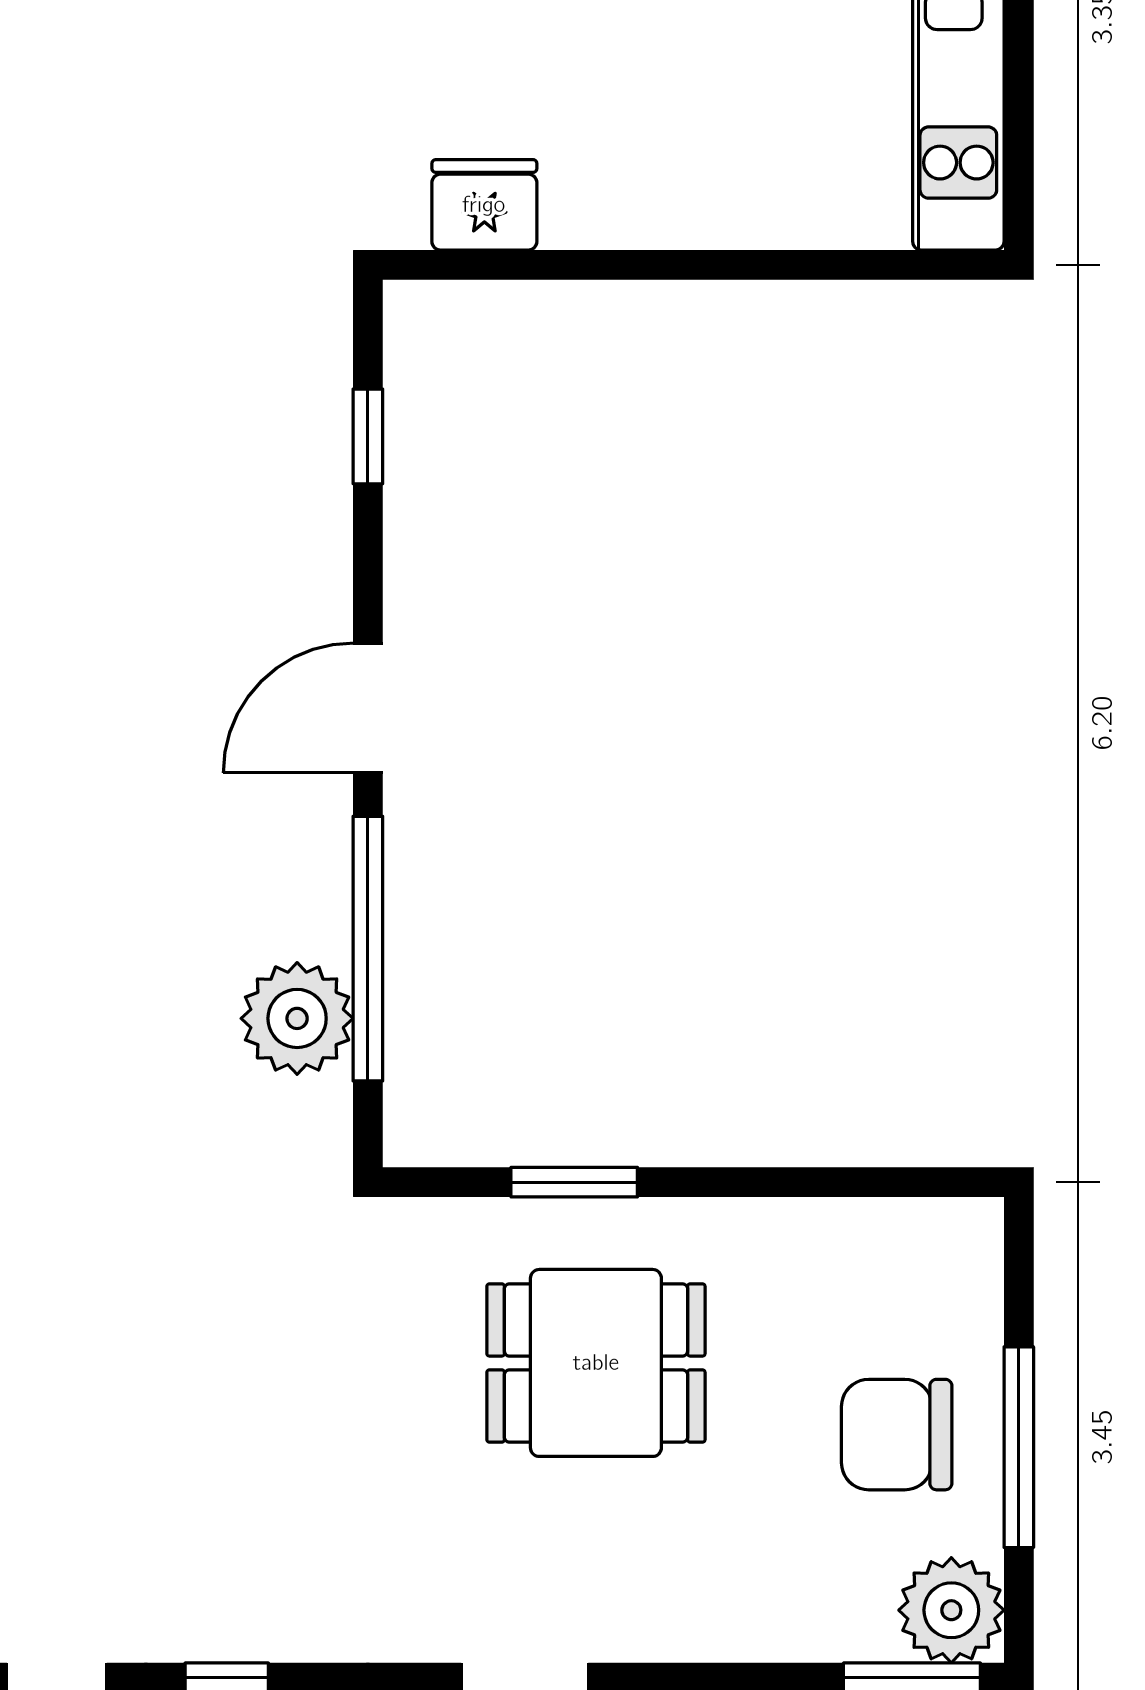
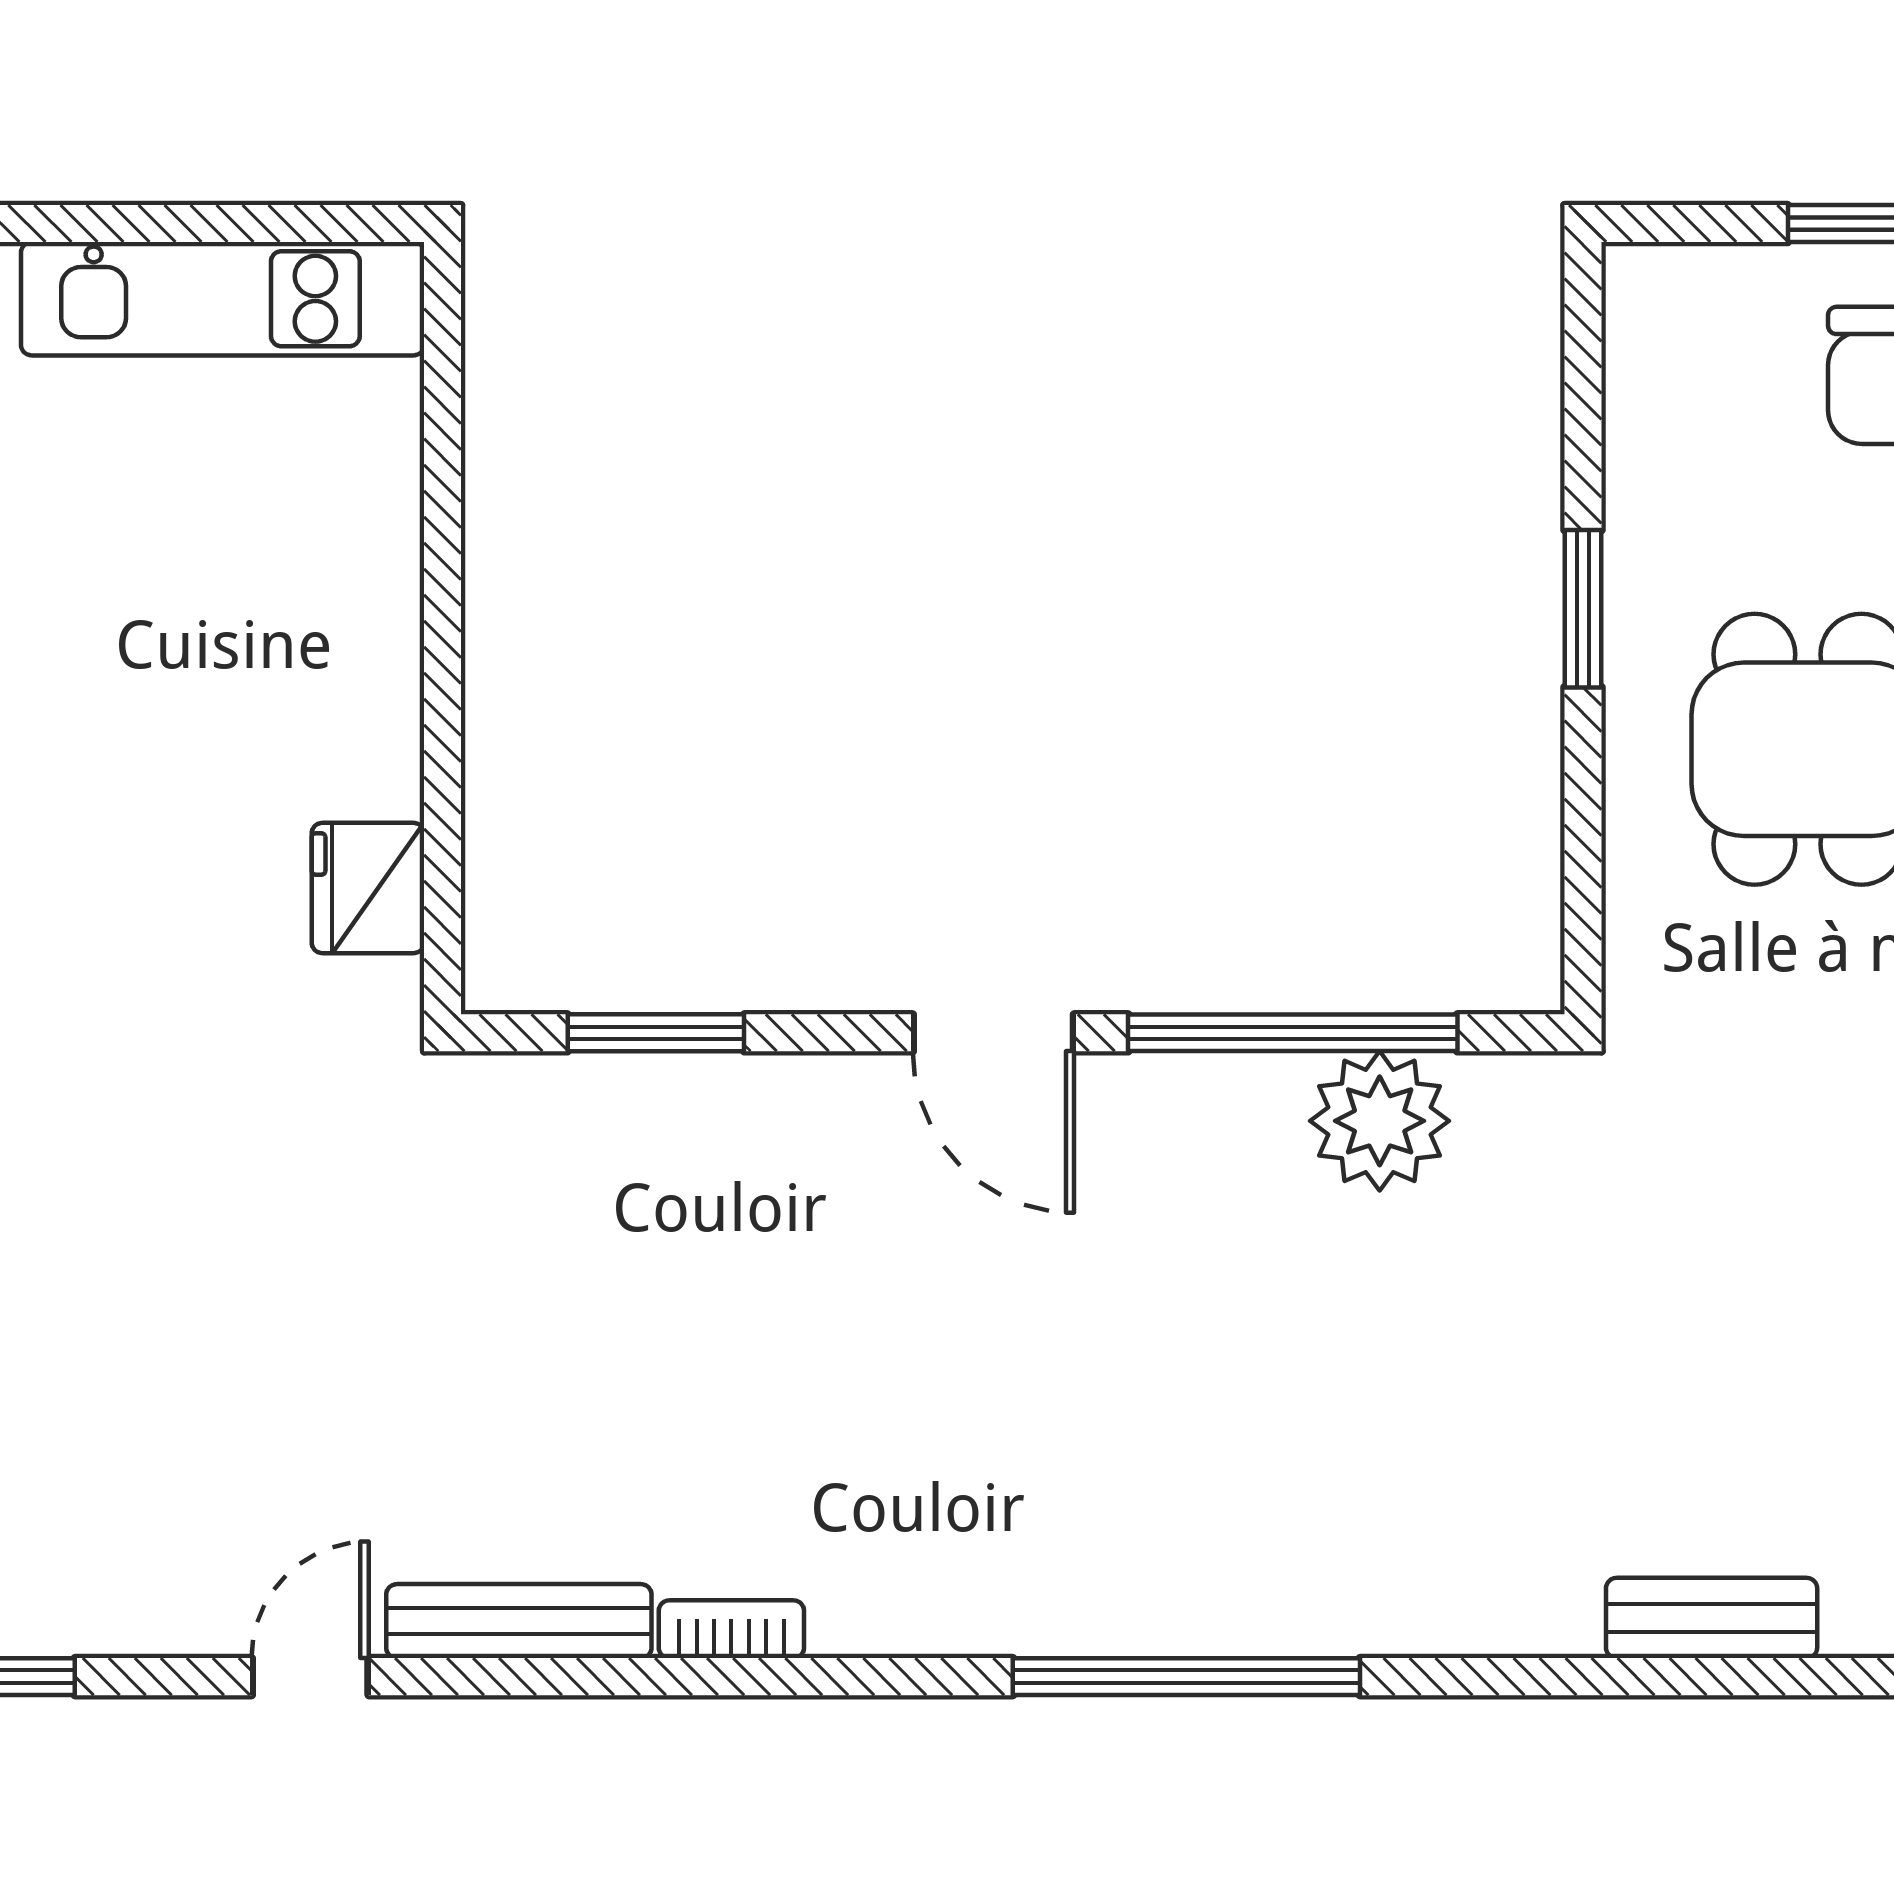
window: (368, 436) -> (656, 1033), width x1.50
window: (574, 1182) -> (1583, 609), moved

